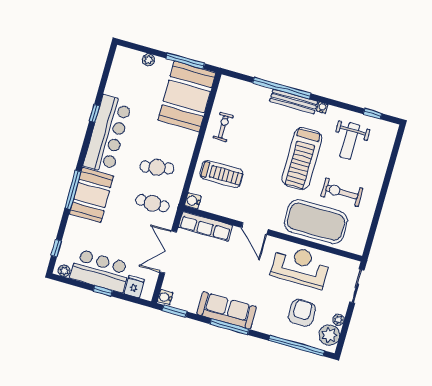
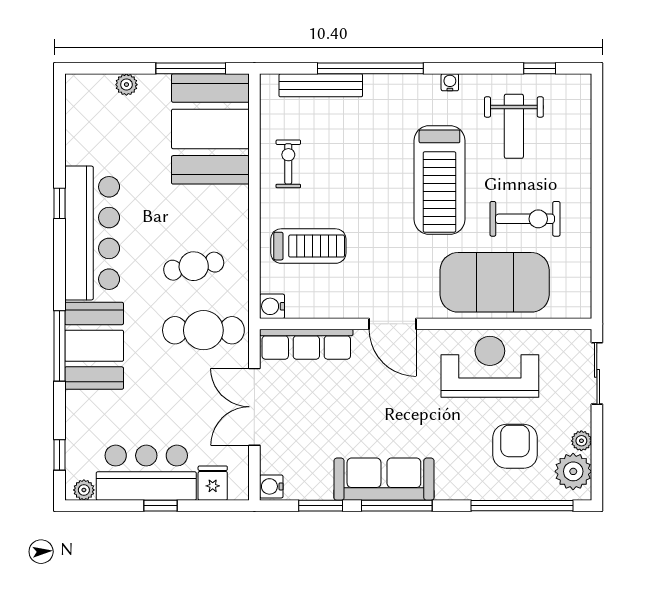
bench: (294, 101) -> (321, 85), moved
exercise bike: (342, 192) -> (525, 219), turned 180
cafe table: (152, 203) -> (203, 330), width x1.37, depth x1.35
window: (175, 311) -> (321, 506), moved

